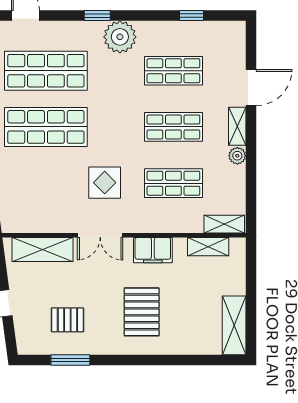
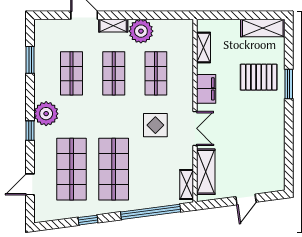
window: (191, 16) -> (30, 60), width x1.50
plant: (237, 156) -> (141, 31), width x1.88, depth x1.88
shelving: (224, 224) -> (187, 185), moved
pallet: (142, 312) -> (259, 77), moved
pallet: (67, 320) -> (259, 153), removed
window: (70, 360) -> (289, 84), moved

